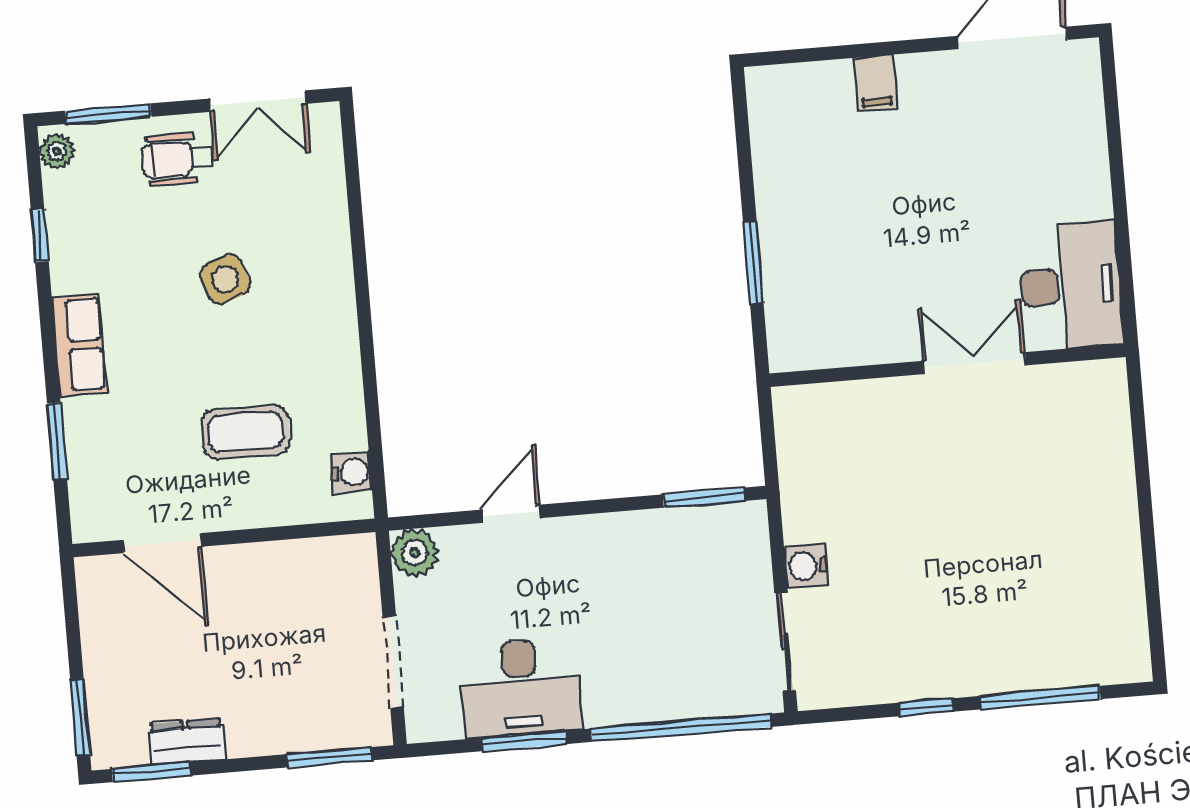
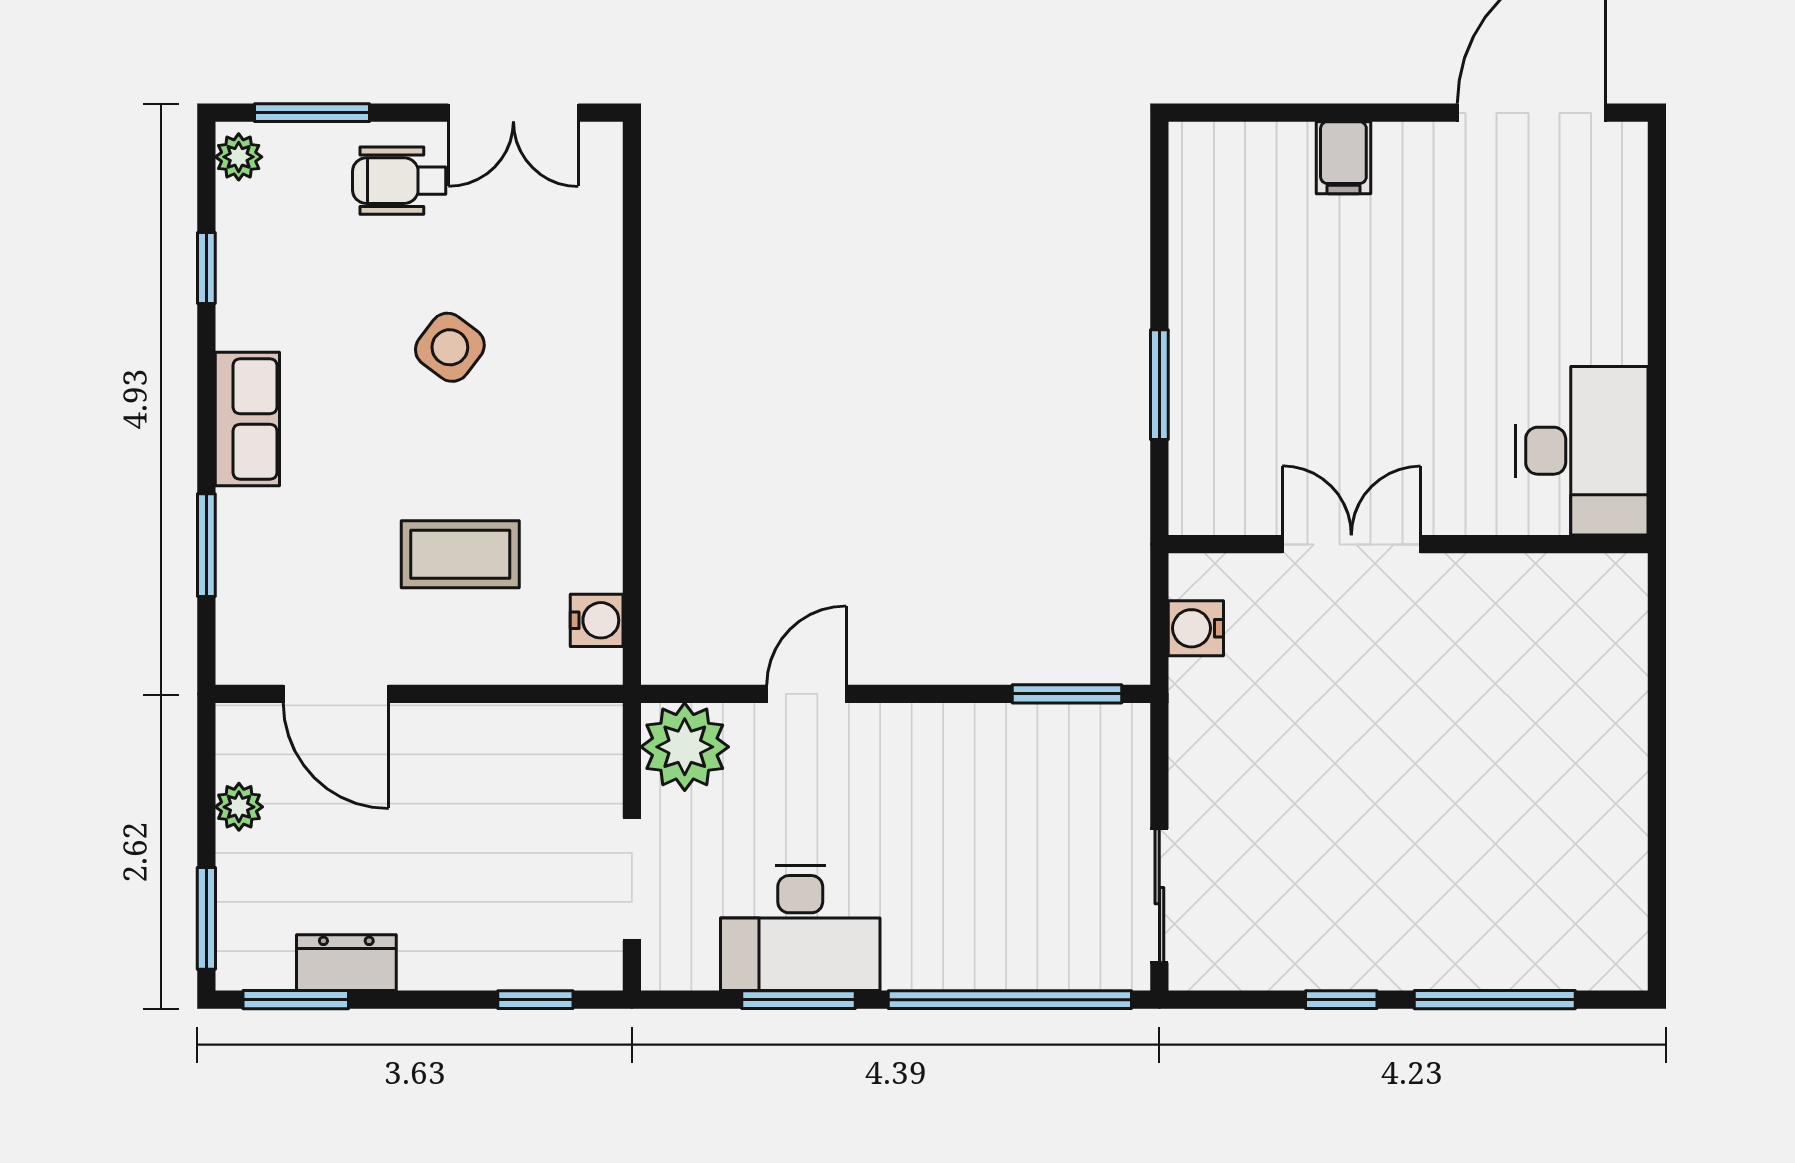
side table: (225, 279) -> (450, 347), turned -34
double door: (974, 363) -> (1351, 544), moved
plant: (415, 553) -> (685, 747), width x1.36, depth x1.36
water cooler: (806, 566) -> (1196, 628), moved
plant: (97, 633) -> (239, 807), added
window: (329, 757) -> (535, 1000), width x0.67

